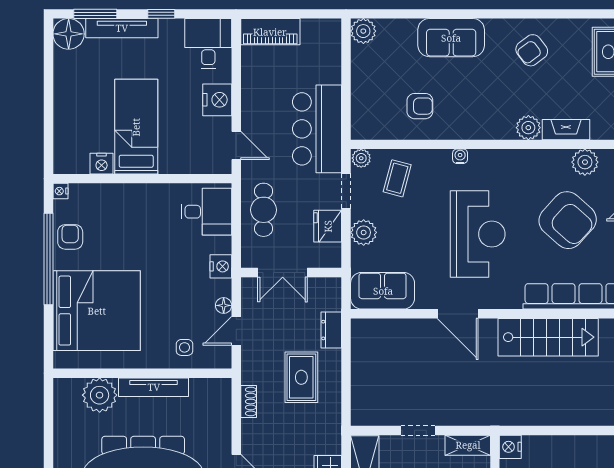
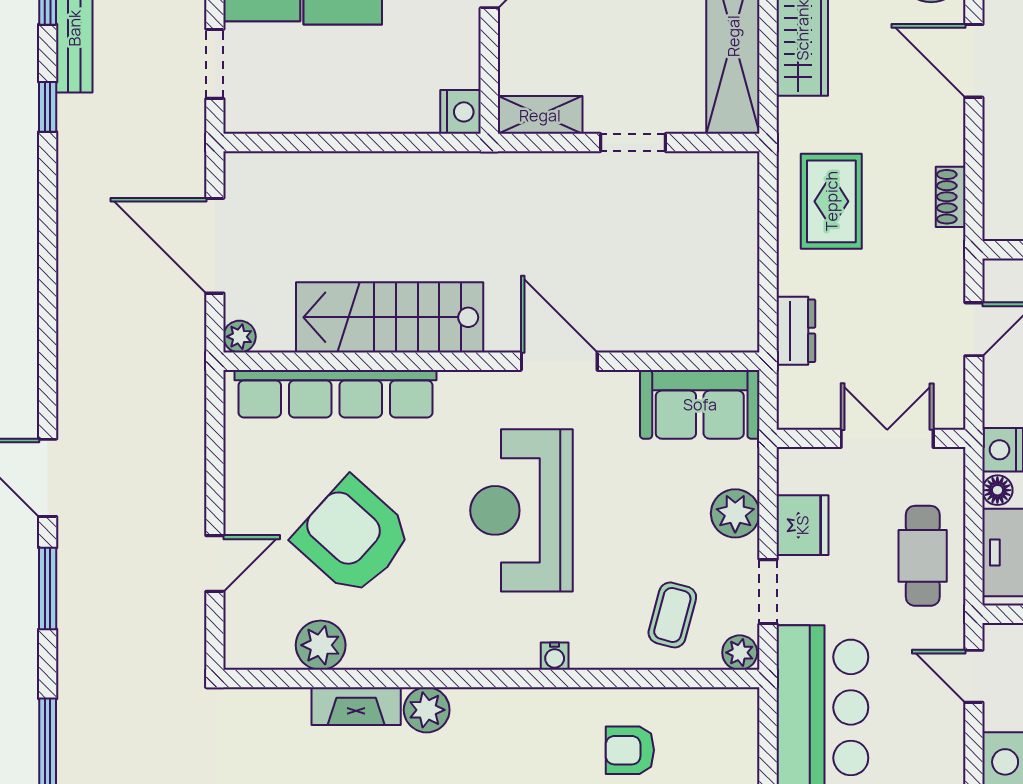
floor lamp: (224, 305) -> (997, 490), moved
rug: (301, 377) -> (831, 201), moved

